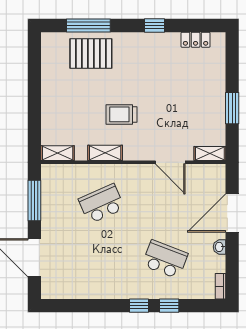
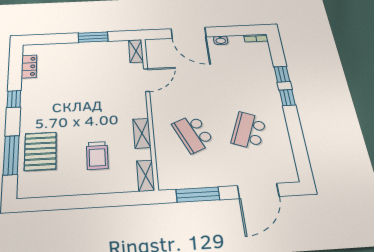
trolley: (121, 114) -> (97, 155), moved
school desk: (165, 259) -> (249, 131), moved

